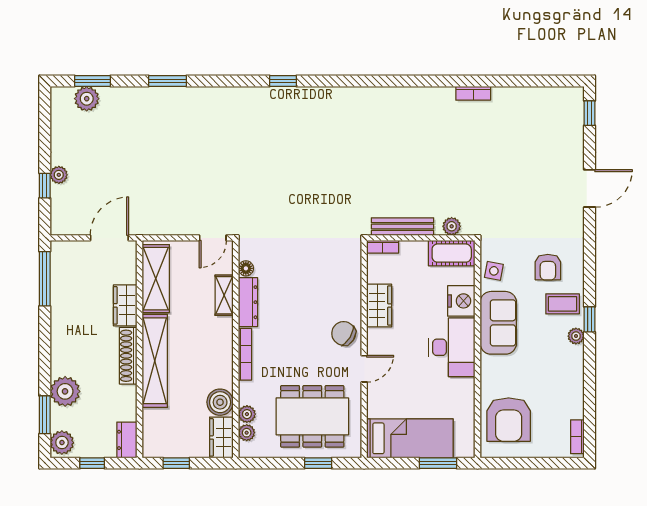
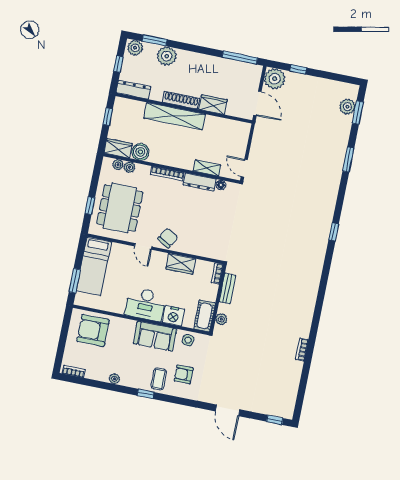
plant: (59, 175) -> (275, 79), moved, width x1.87, depth x1.87
bench: (402, 227) -> (227, 288), width x0.73
shelving: (156, 279) -> (226, 127), removed
plant: (576, 336) -> (114, 379), moved
dresser: (127, 440) -> (133, 90), width x1.44

